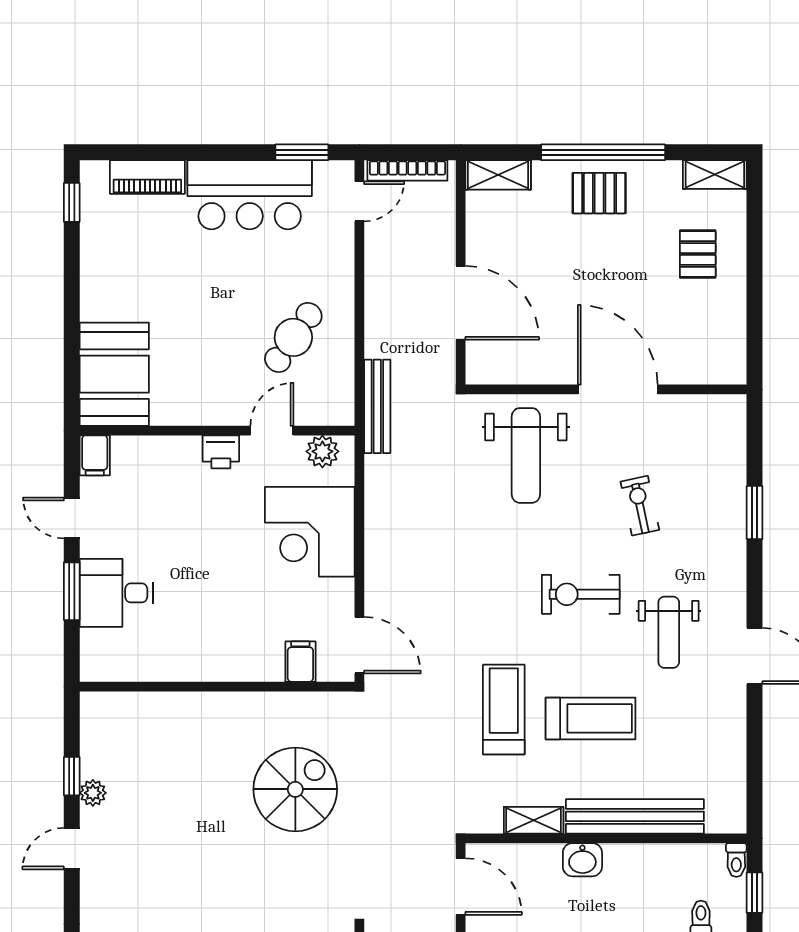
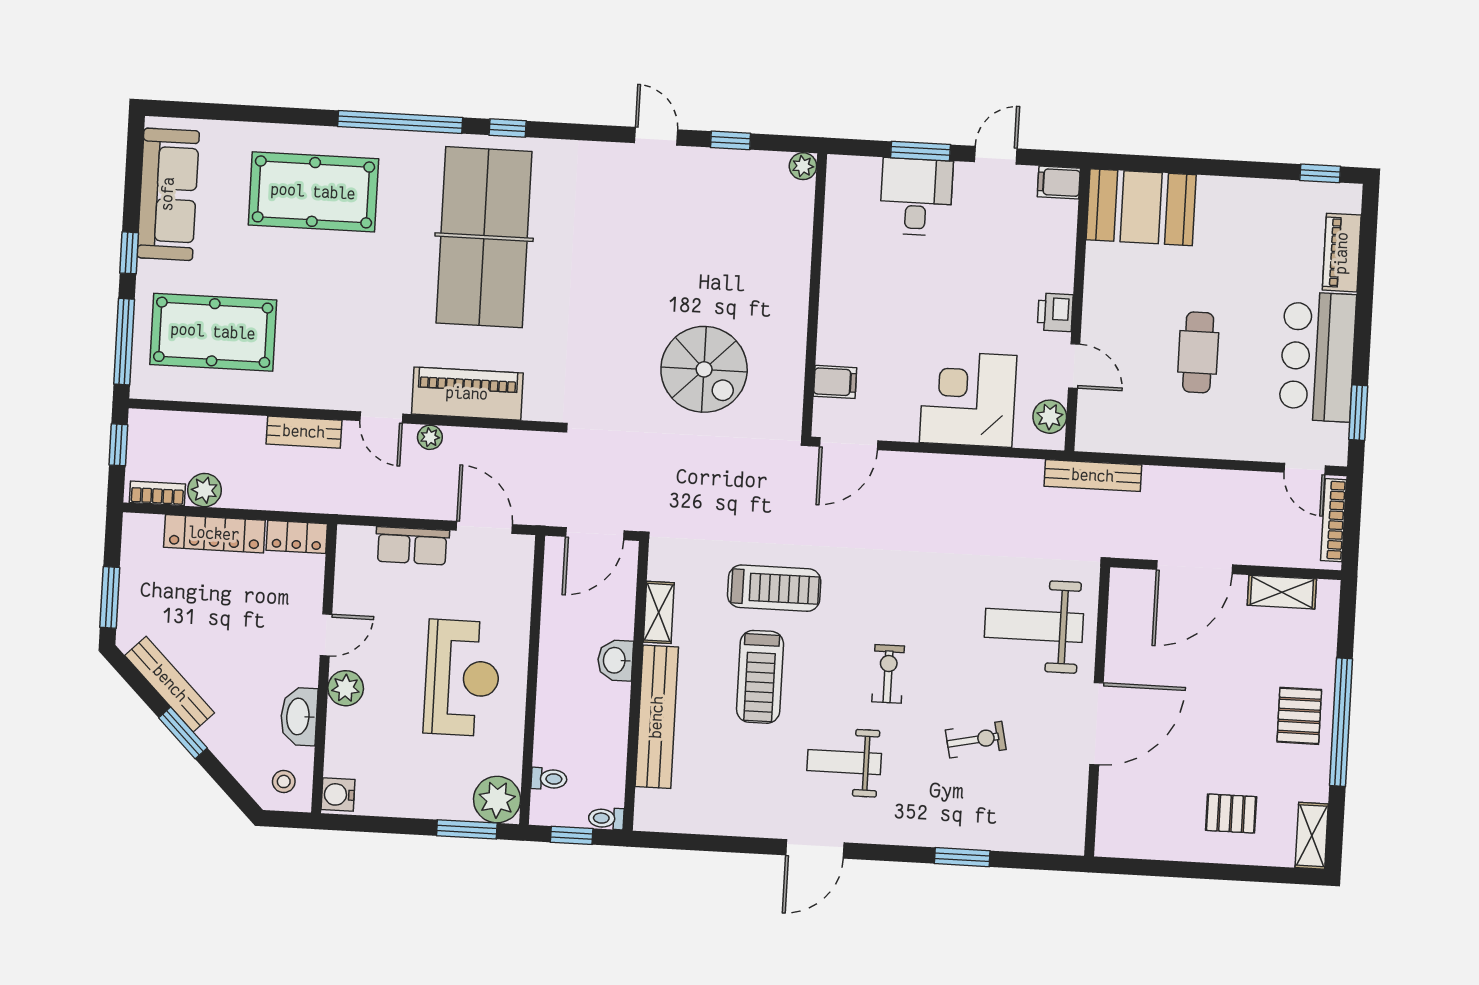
shelving: (498, 175) -> (1282, 592), moved, turned 90
cafe table: (293, 337) -> (1198, 352), moved, turned 55
exercise bike: (581, 594) -> (888, 674), width x0.73, depth x0.72
plant: (93, 793) -> (803, 166), moved

